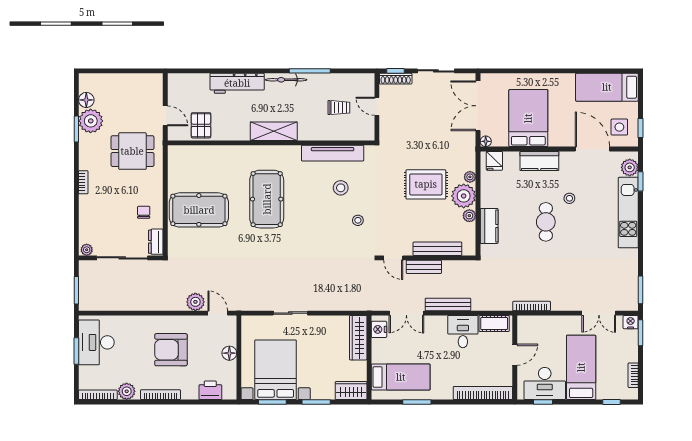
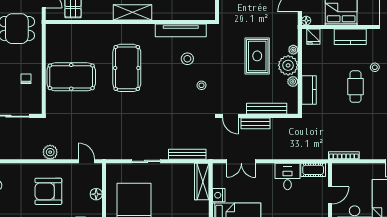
rug: (426, 184) -> (257, 56), turned 90
dresser: (156, 242) -> (36, 103), removed
plant: (195, 302) -> (50, 152), moved
bench: (448, 304) -> (187, 154), moved
nightstand: (379, 329) -> (219, 195), moved

